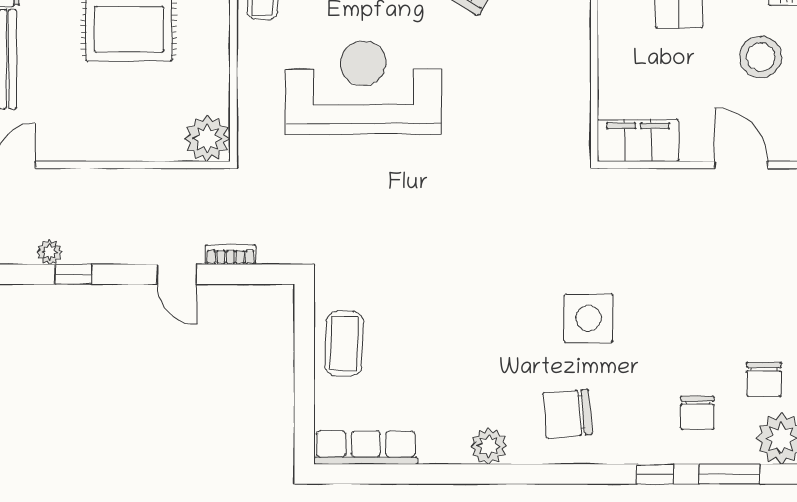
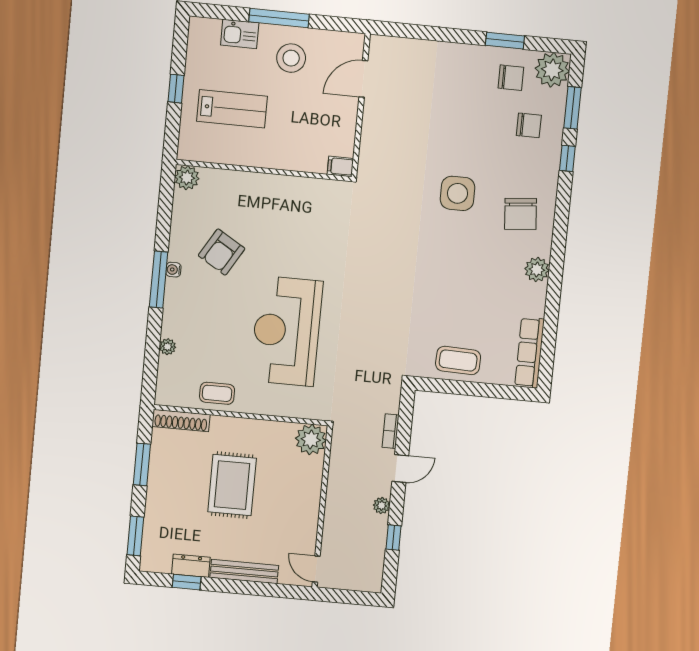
filing cabinet: (638, 140) -> (340, 166), width x0.33, depth x0.86
plant: (50, 252) -> (382, 506), moved

